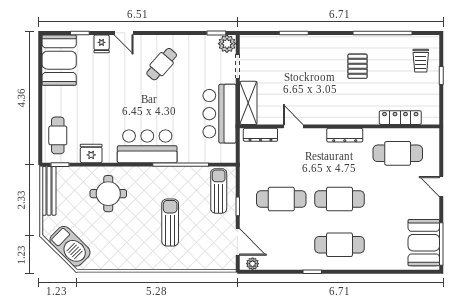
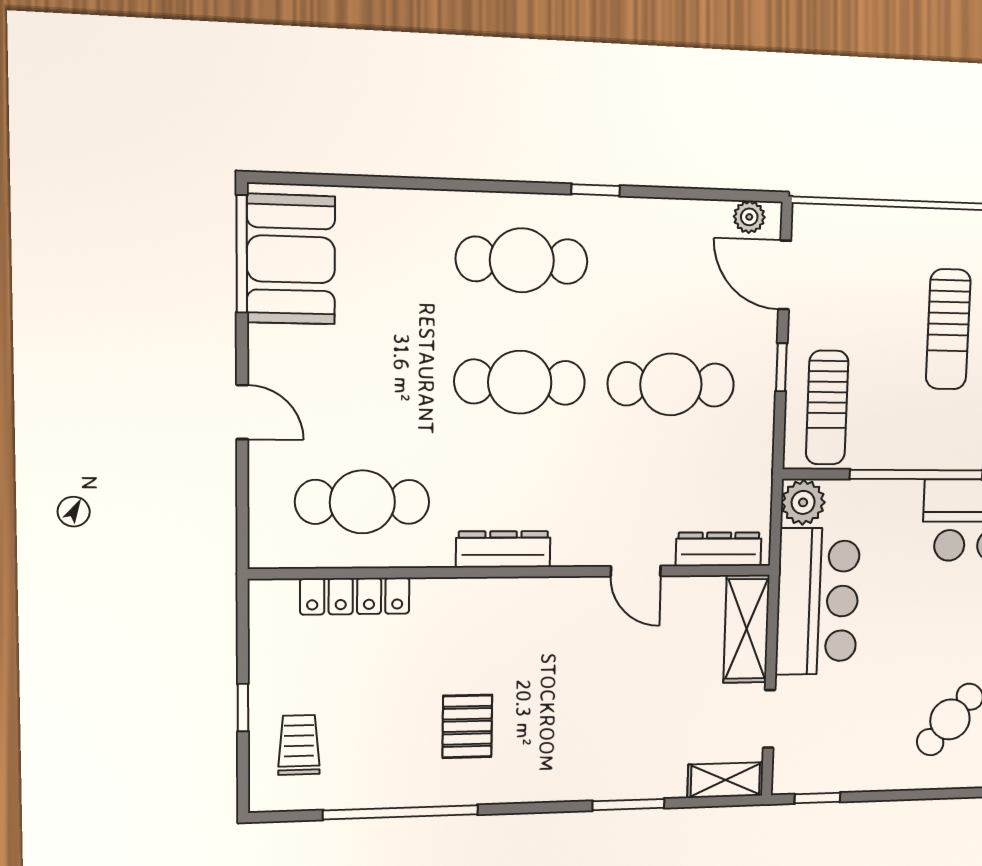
shelving: (255, 42) -> (725, 780), added
plant: (227, 44) -> (803, 502), moved

